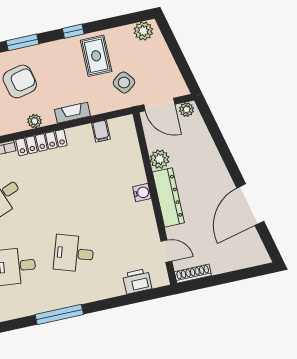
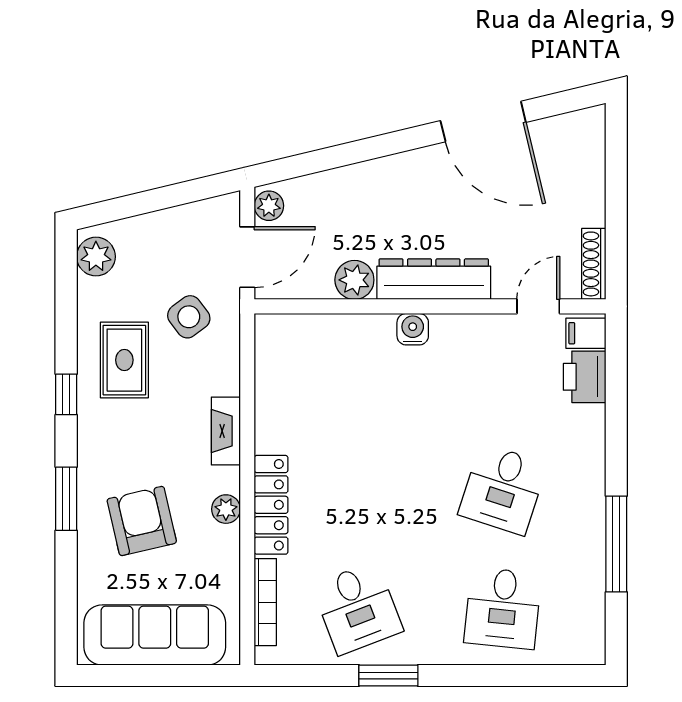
rug: (96, 56) -> (124, 360), turned 90
filing cabinet: (101, 131) -> (586, 333), moved, turned 180

